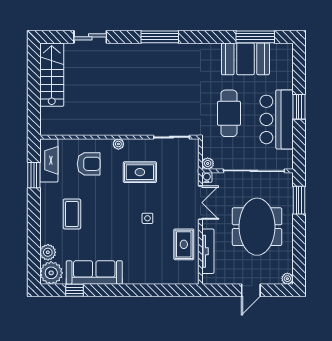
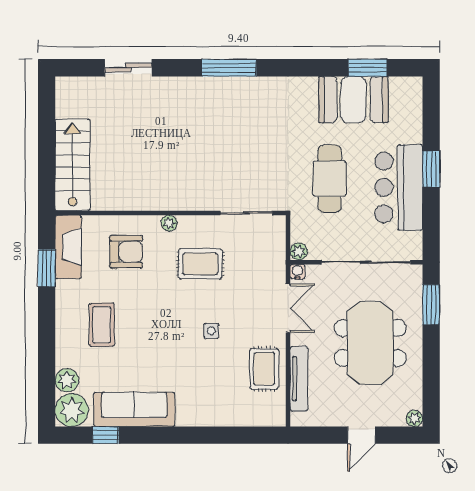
window: (255, 37) -> (368, 68), width x0.69
stairs: (52, 75) -> (72, 165), moved

